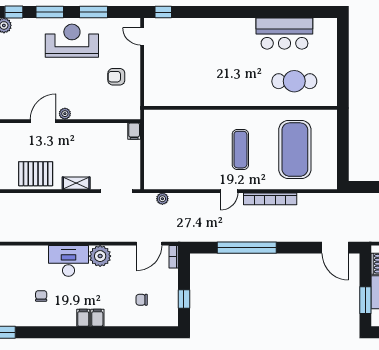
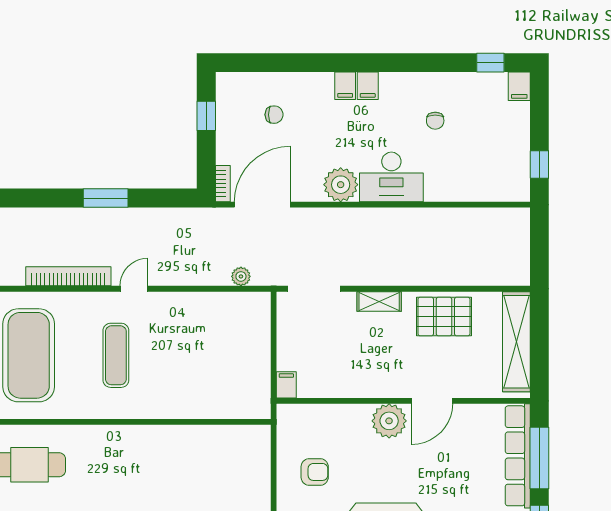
plant: (65, 114) -> (389, 421), width x1.88, depth x1.88
door: (149, 244) -> (262, 205), width x1.36
window: (247, 248) -> (106, 198), width x0.47

